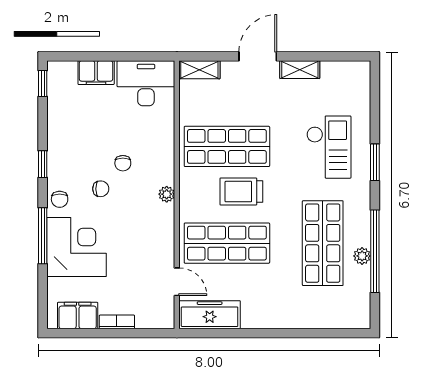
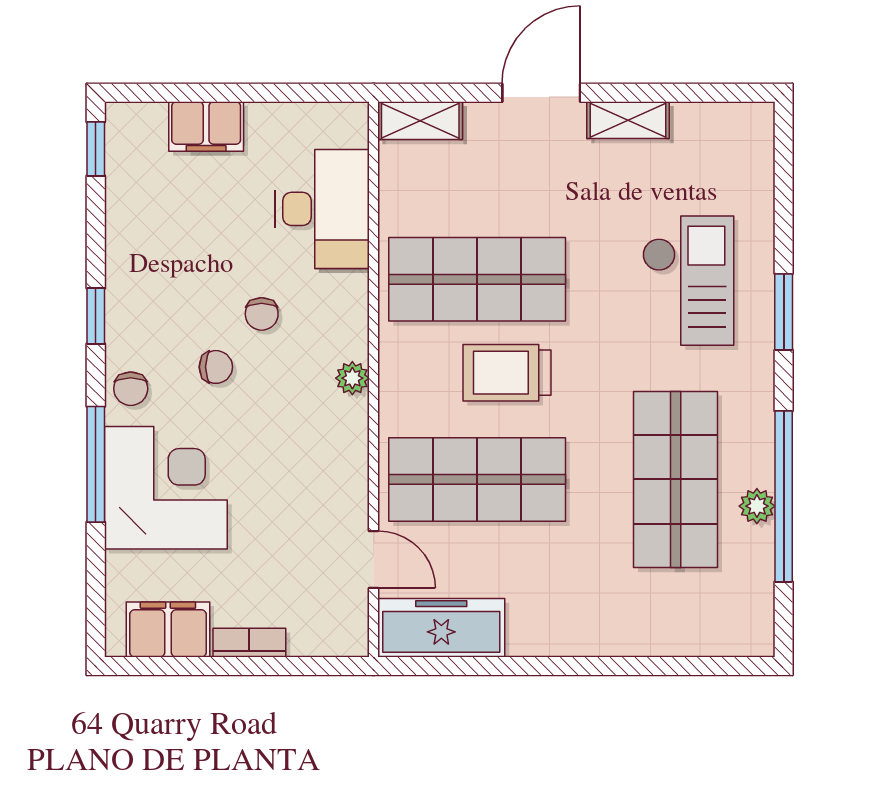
desk: (146, 83) -> (322, 209), moved, turned 90

